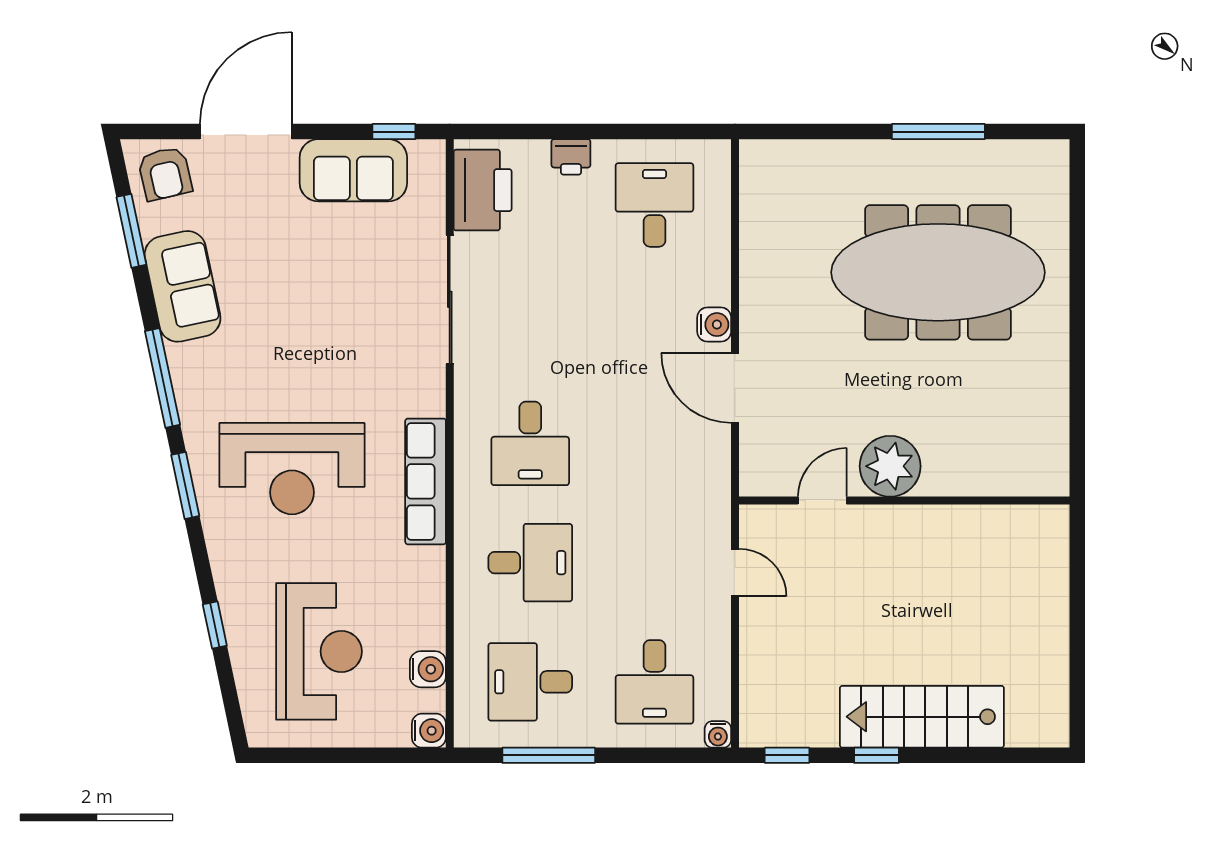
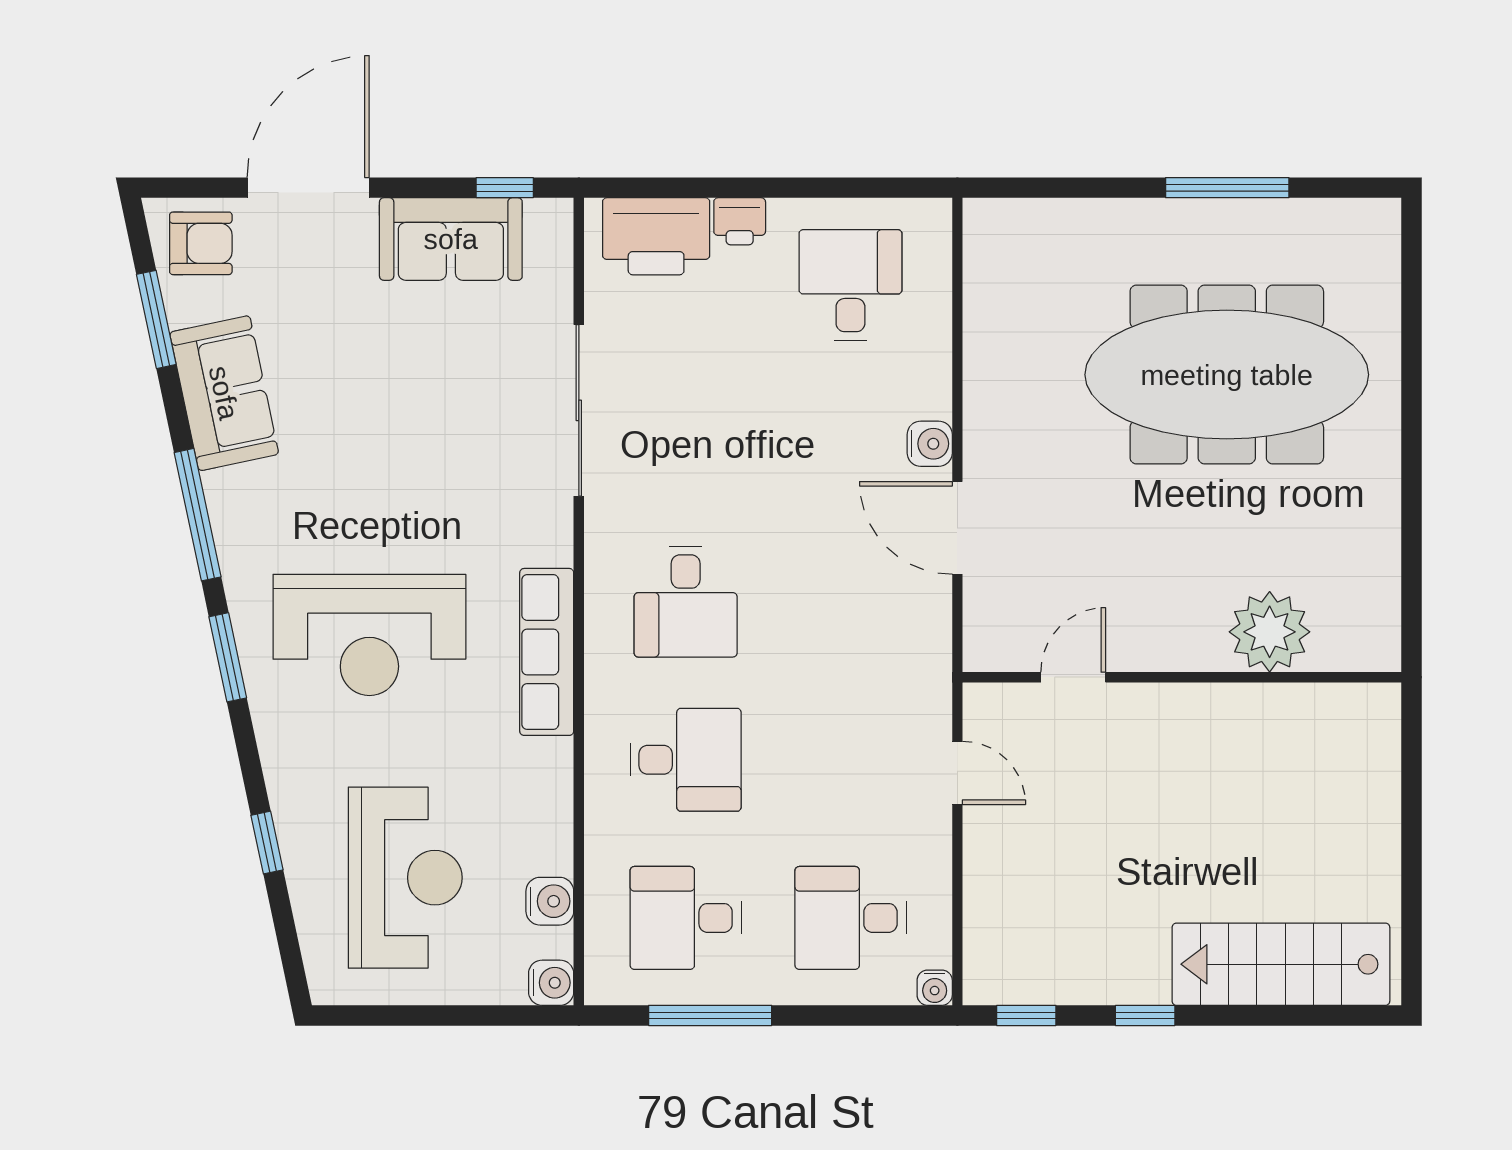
armchair: (165, 174) -> (201, 243), turned -77
printer: (483, 190) -> (656, 236), moved, turned 90
plant: (890, 466) -> (1270, 632), moved
desk: (654, 682) -> (850, 918), turned 90
stairs: (922, 717) -> (1281, 964), moved

